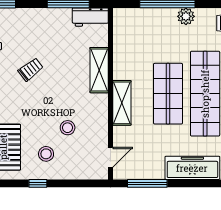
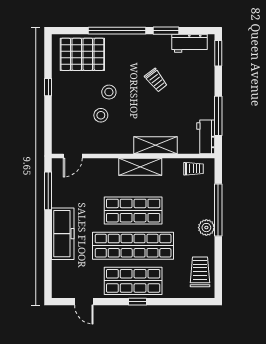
trolley: (124, 30) -> (193, 169), added
shelving: (122, 103) -> (140, 167), moved
stool: (46, 154) -> (109, 92), moved
door: (111, 157) -> (73, 156), hinge flipped

